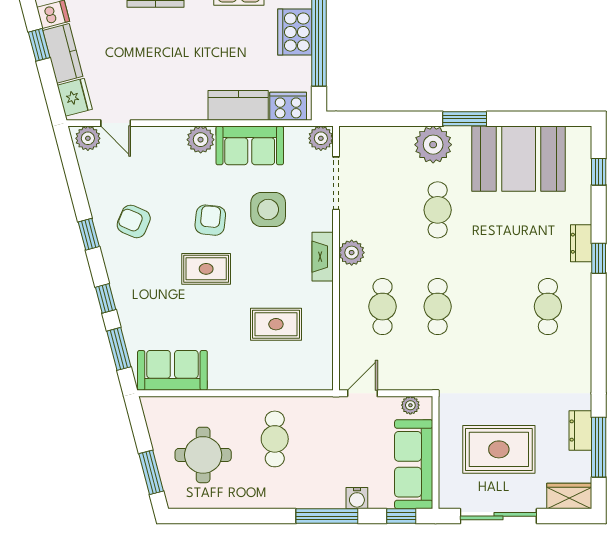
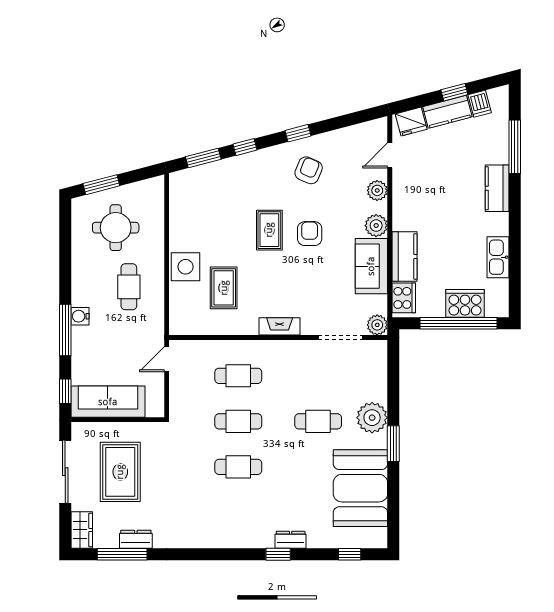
plant: (88, 138) -> (377, 190), moved
side table: (268, 210) -> (186, 267), moved
armchair: (210, 220) -> (310, 234), turned -96
plant: (352, 253) -> (283, 350), removed
cafe table: (548, 307) -> (238, 467), moved
sofa: (172, 370) -> (186, 202), removed
door: (362, 393) -> (167, 359), swing flipped
plant: (410, 405) -> (157, 399), removed
cafe table: (275, 439) -> (129, 287), turned 90
water cooler: (357, 498) -> (80, 316), moved

